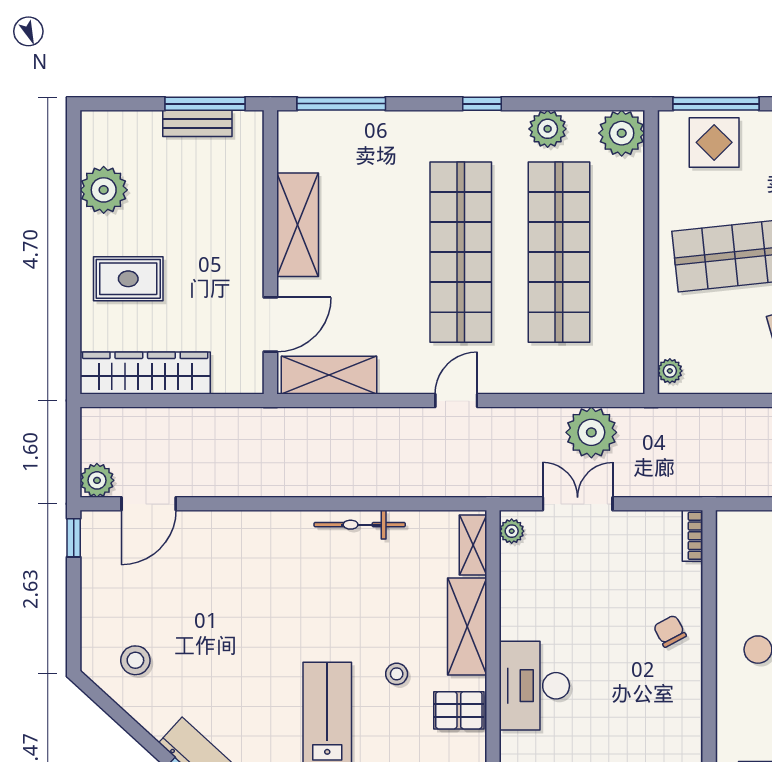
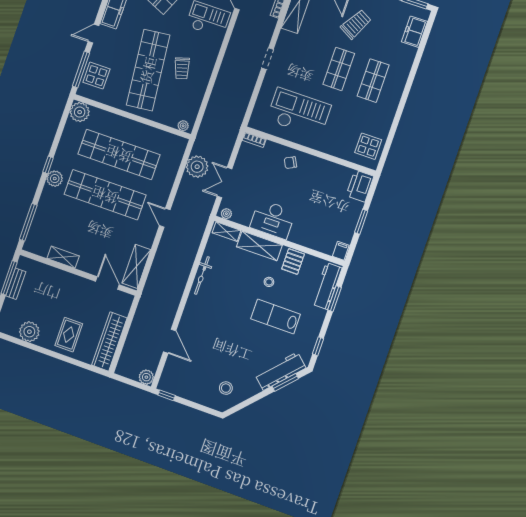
plant: (548, 129) -> (55, 179), moved
shelving: (298, 225) -> (63, 257), width x0.67, depth x0.75
door: (149, 504) -> (170, 341), moved
desk: (534, 686) -> (273, 219), moved

